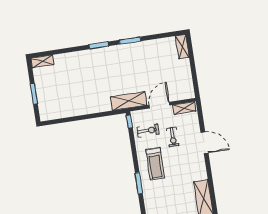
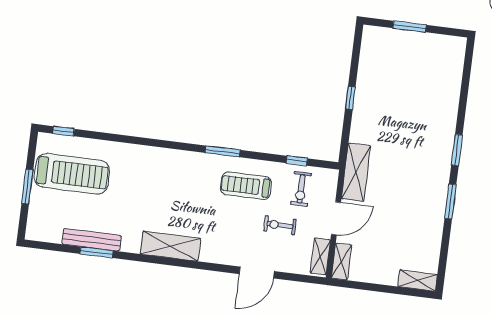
shelving: (42, 61) -> (341, 262), moved
door: (159, 105) -> (336, 218), hinge flipped
window: (86, 117) -> (350, 98), added
window: (129, 121) -> (297, 161), moved

